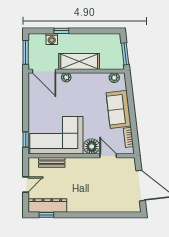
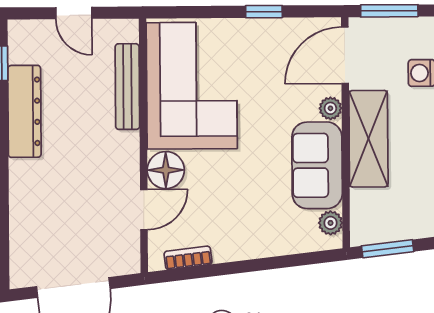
sofa: (119, 109) -> (317, 165), moved, turned -83
window: (26, 139) -> (264, 12), moved
bench: (52, 162) -> (127, 87), width x1.36
dresser: (47, 206) -> (24, 111), moved

